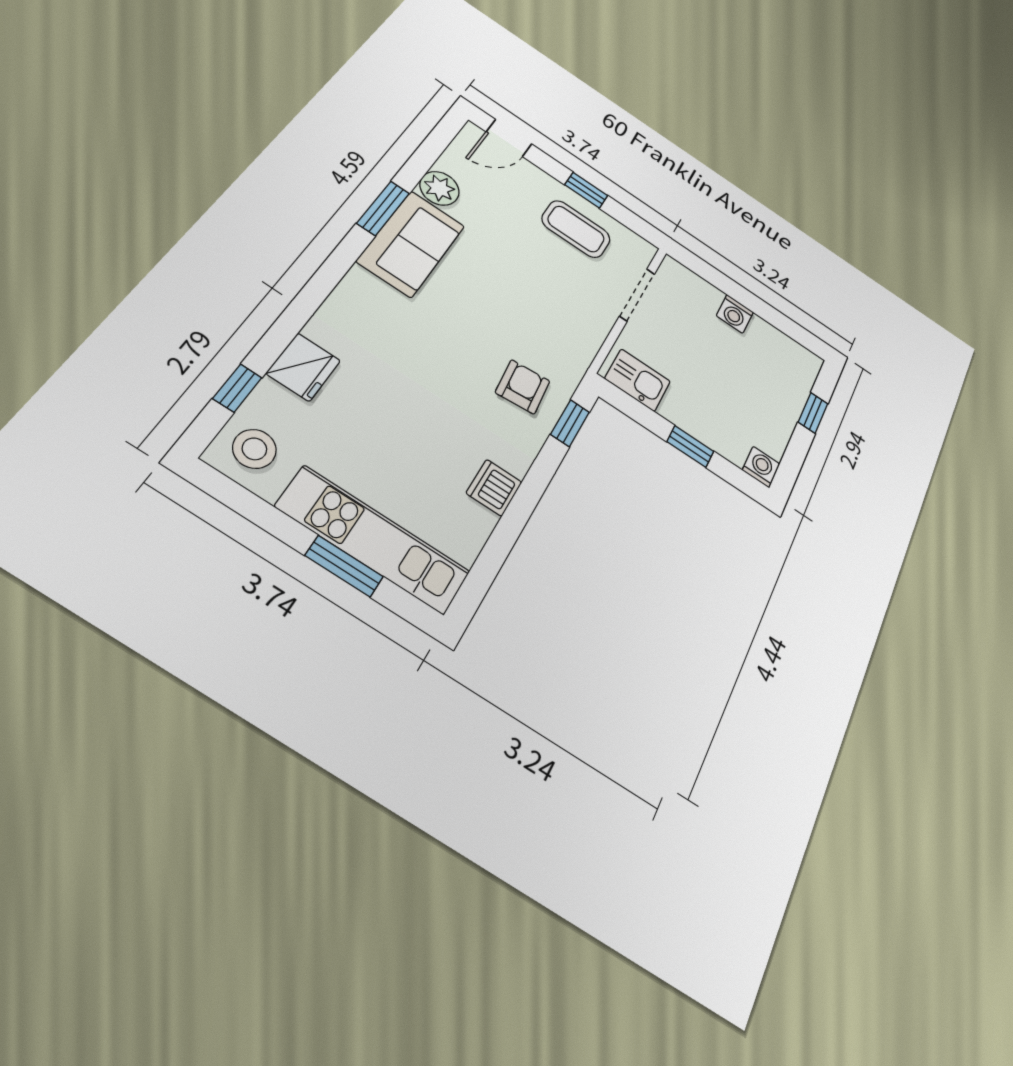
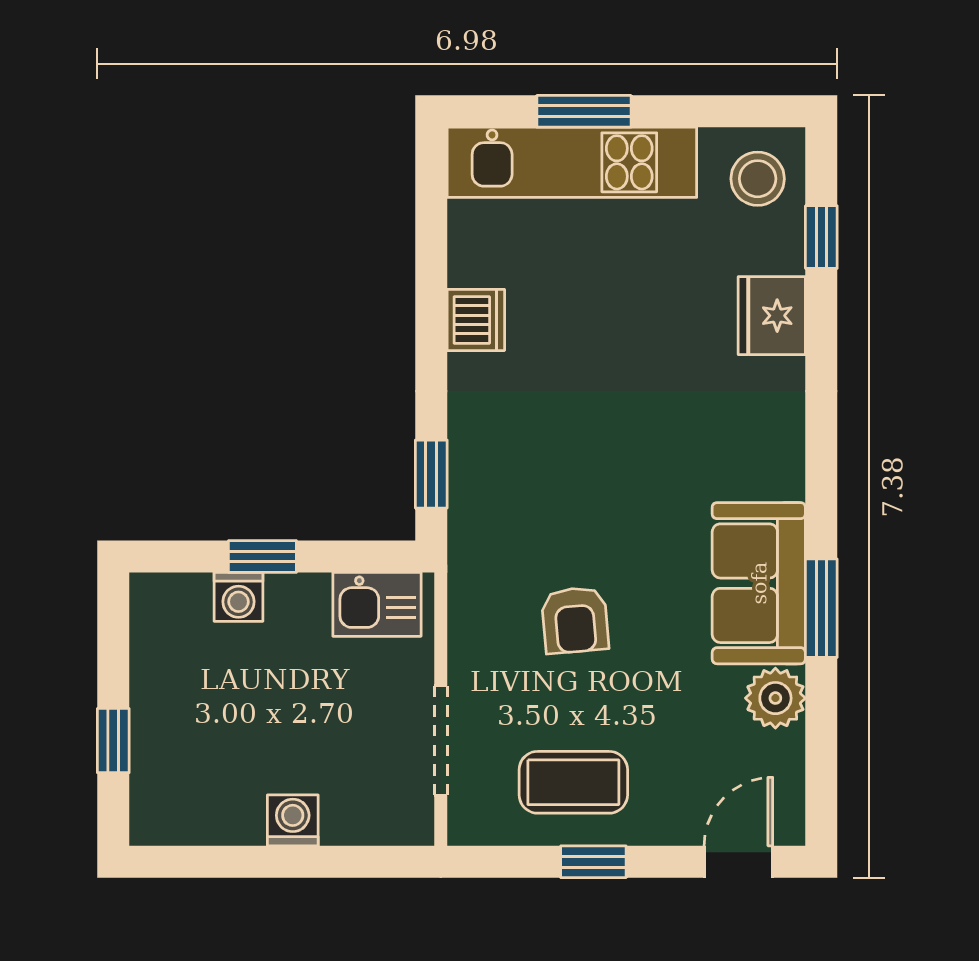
armchair: (523, 387) -> (575, 620), moved
washing machine: (761, 467) -> (238, 597), moved

